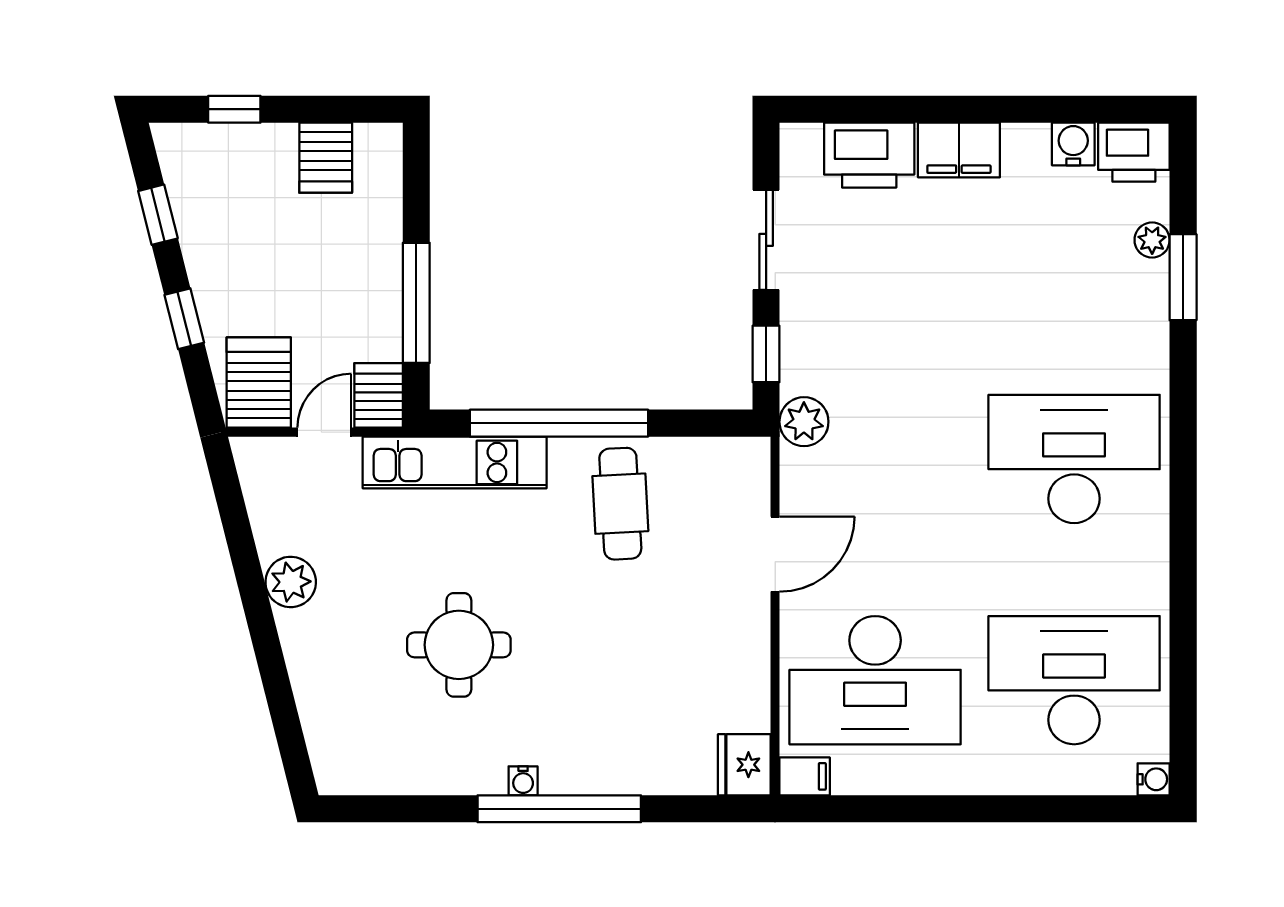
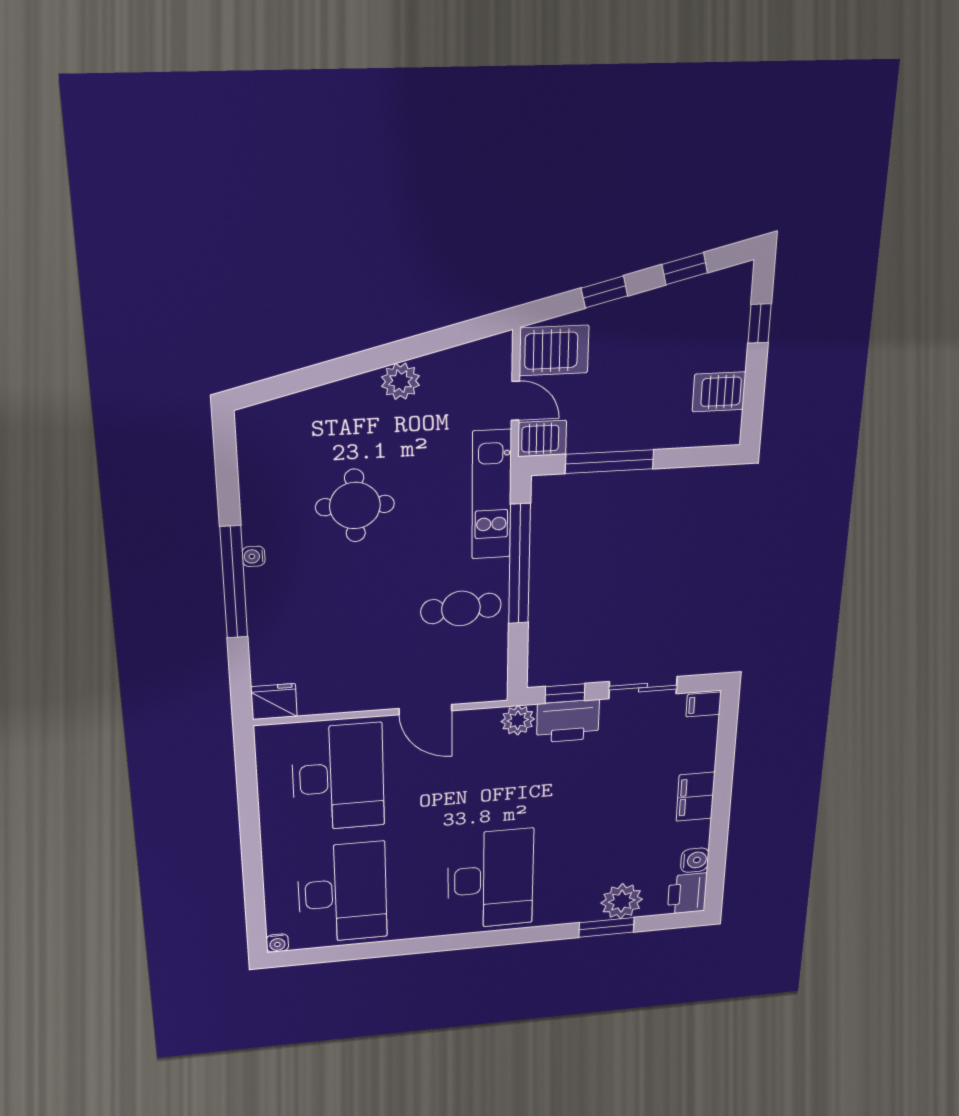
printer: (869, 155) -> (568, 721), moved, turned -90
plant: (1152, 240) -> (622, 901), width x1.88, depth x1.88
desk: (875, 680) -> (338, 778), turned 180
filing cabinet: (805, 776) -> (704, 704), moved, turned 90

